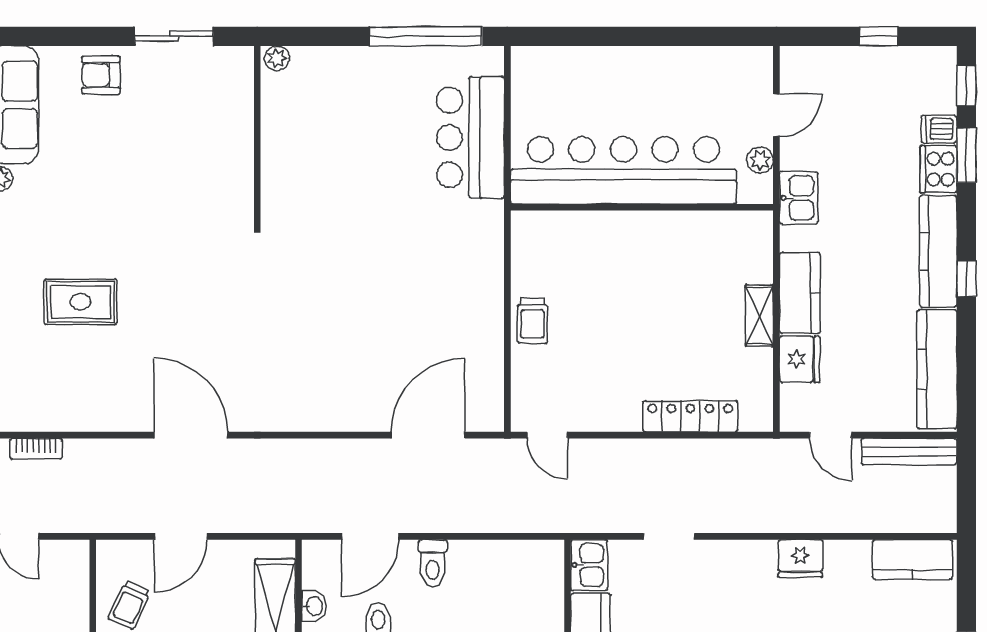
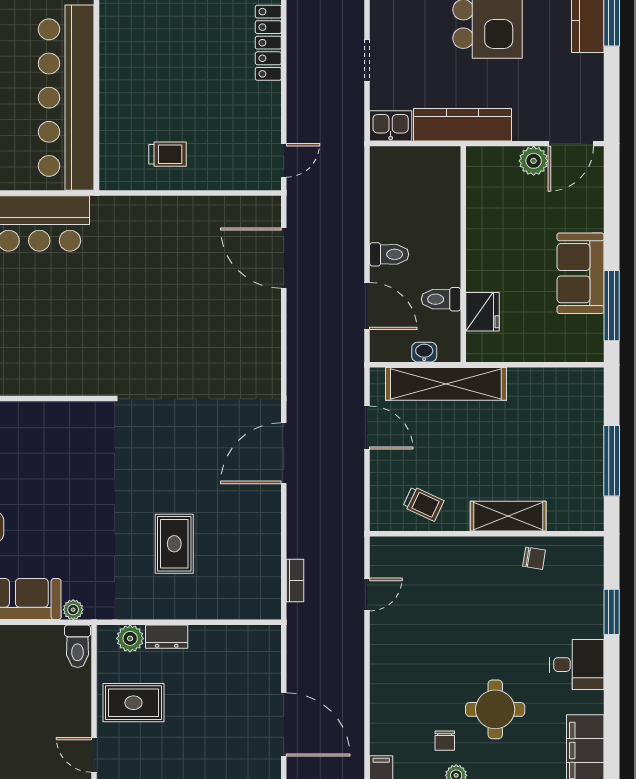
trolley: (532, 321) -> (168, 154), moved
door: (181, 536) -> (367, 428), moved

